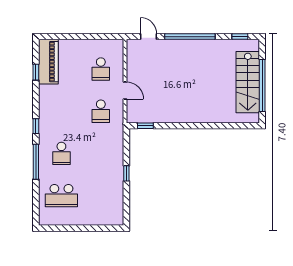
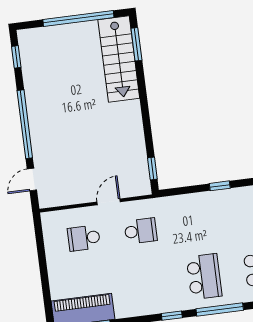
school desk: (101, 69) -> (84, 238), turned 180
stairs: (248, 82) -> (119, 59), moved, turned 90
window: (238, 126) -> (136, 44), added
school desk: (61, 153) -> (204, 277), width x1.85

